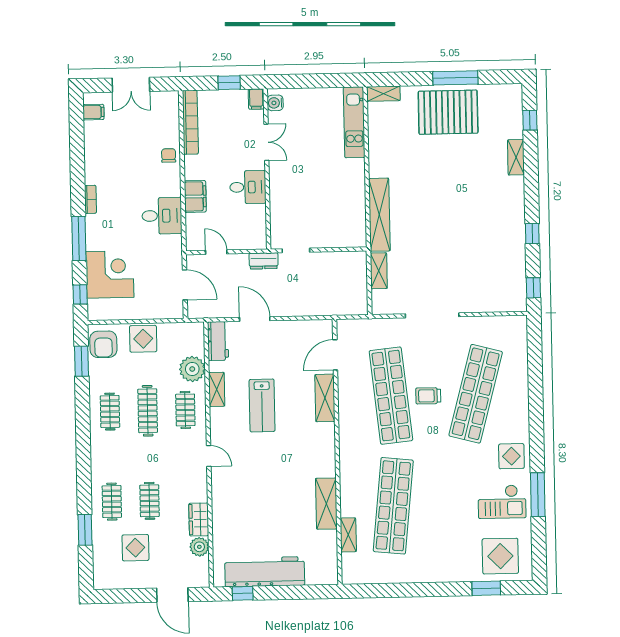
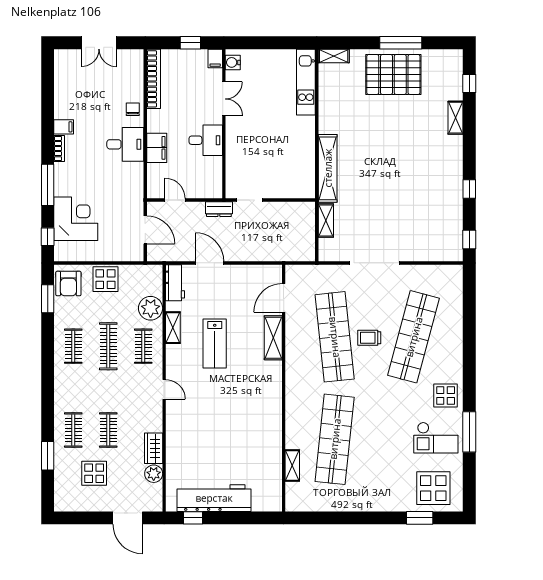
filing cabinet: (93, 112) -> (64, 127), moved
desk: (162, 216) -> (125, 144), moved
shelving: (326, 504) -> (273, 436), removed

